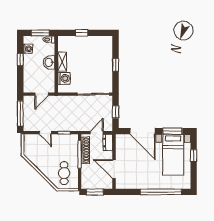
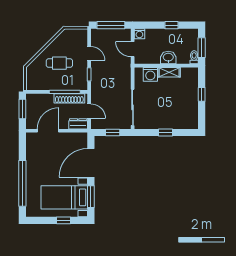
washing machine: (28, 49) -> (139, 34), moved
door: (45, 133) -> (89, 53), swing flipped
cafe table: (64, 173) -> (59, 63), moved

